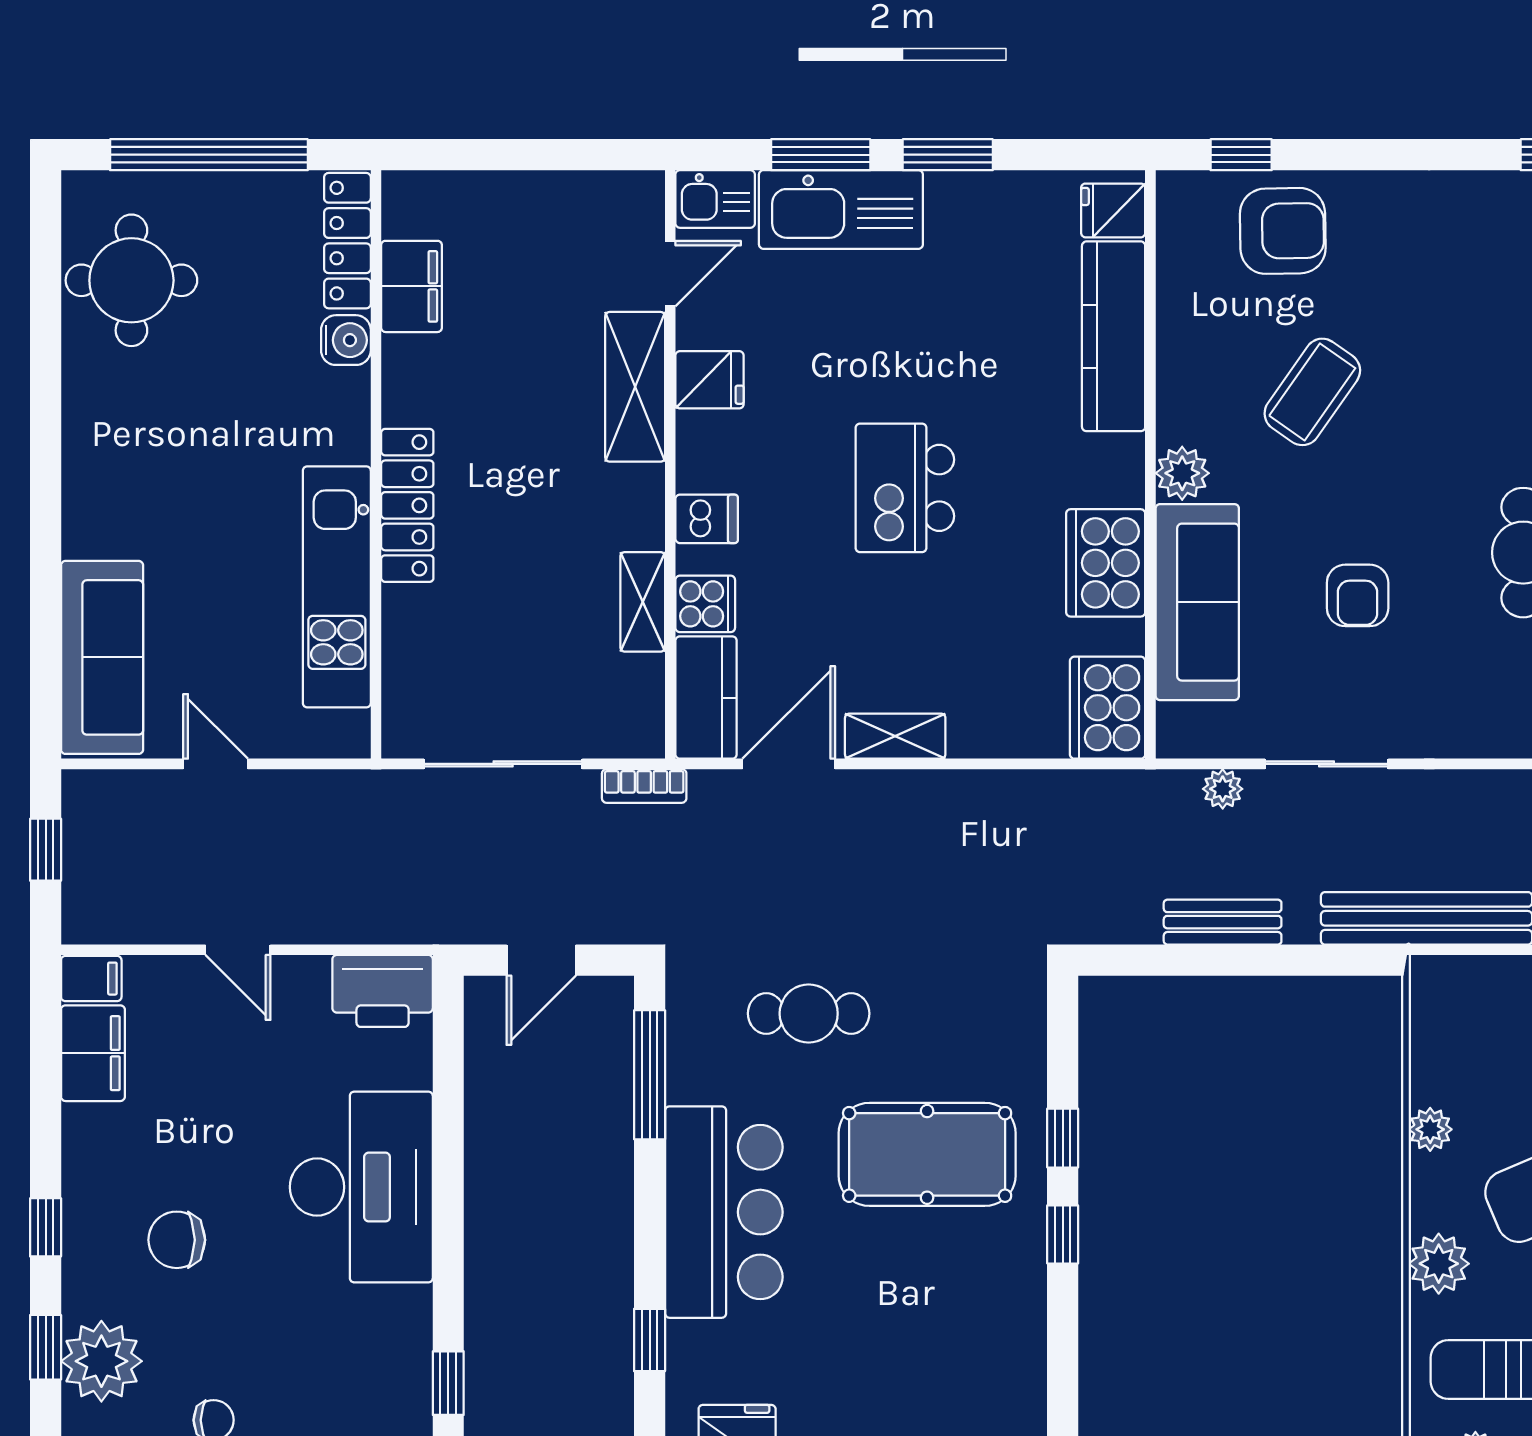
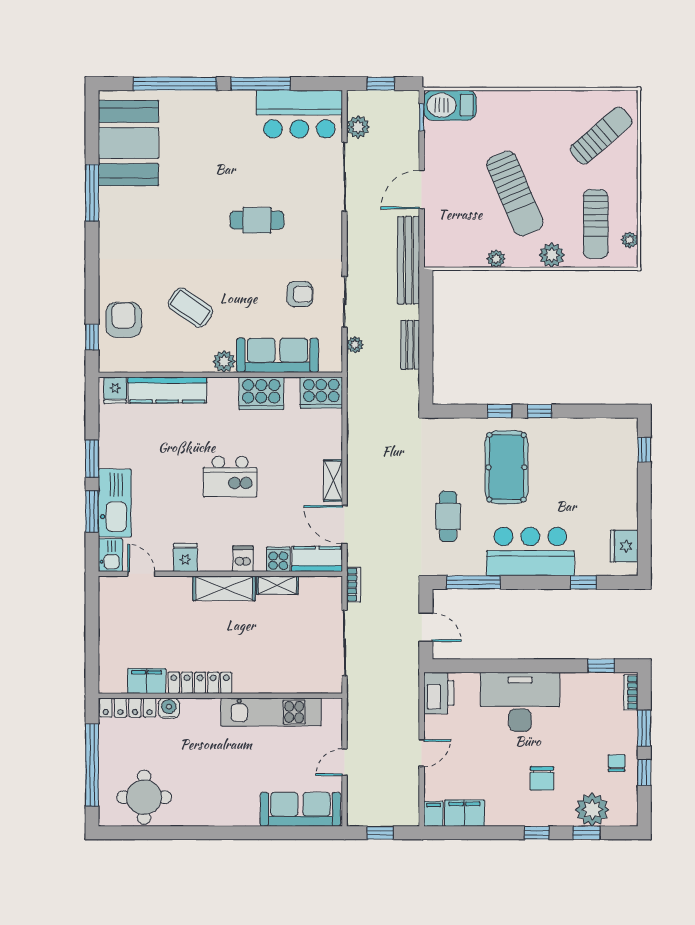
shelving: (635, 387) -> (224, 588), moved
locker: (407, 505) -> (200, 683), moved
armchair: (1358, 595) -> (300, 294), moved

